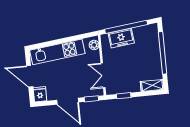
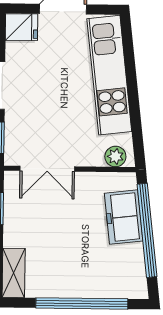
double door: (103, 75) -> (47, 169), swing flipped

